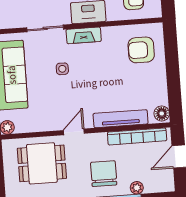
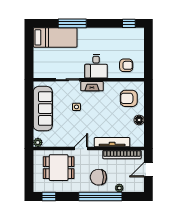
floor lamp: (162, 113) -> (139, 120), moved
chair: (104, 174) -> (98, 177), turned -90

